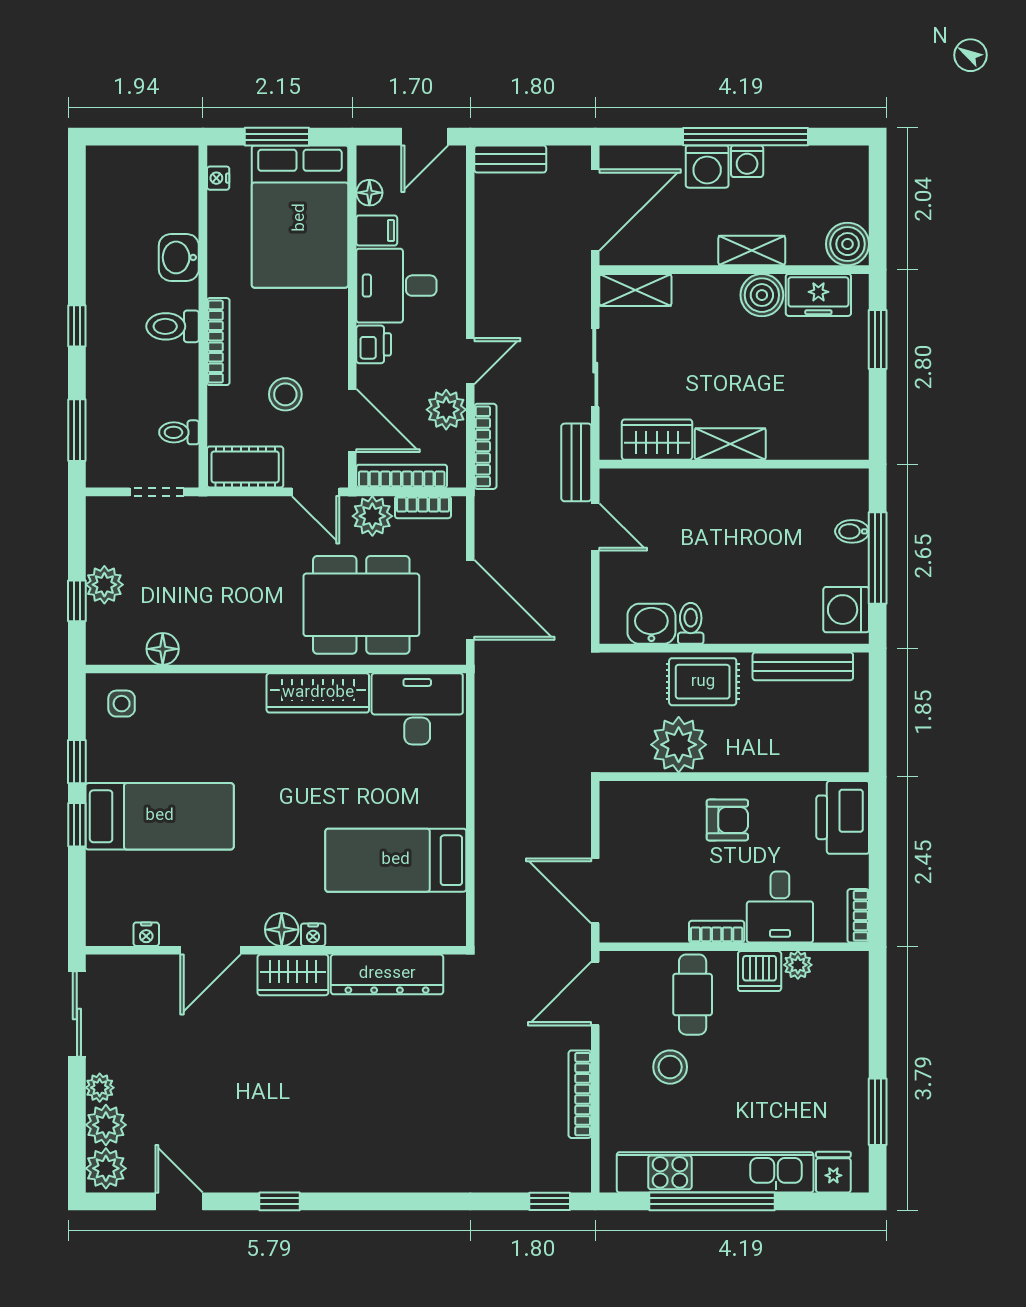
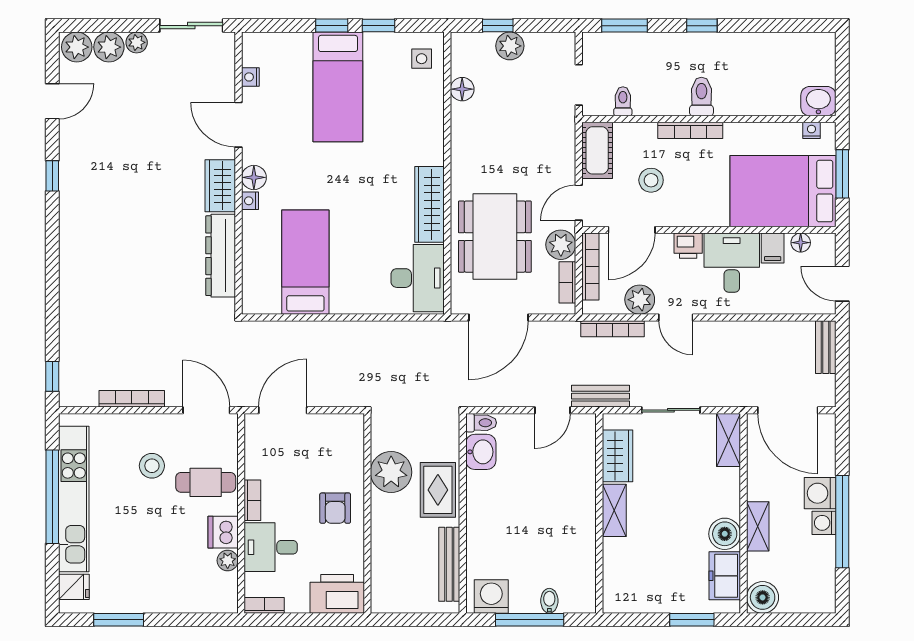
washbasin: (179, 257) -> (818, 101), moved
toilet: (691, 623) -> (481, 423), moved

